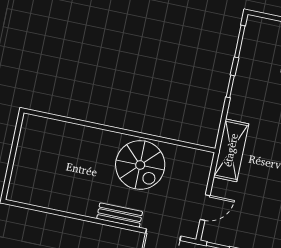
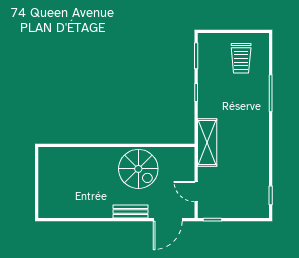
door: (205, 207) -> (196, 192), swing flipped

